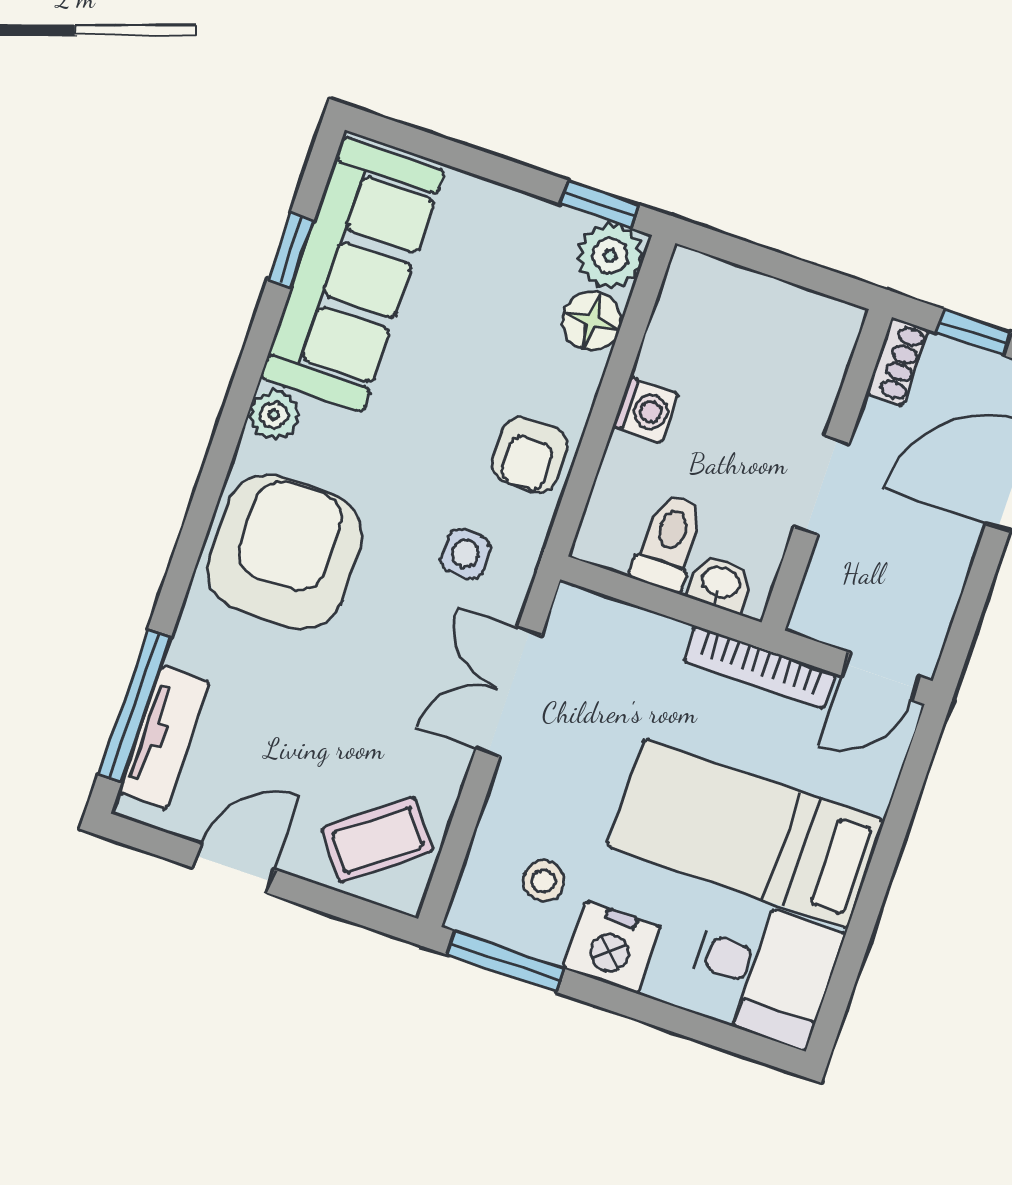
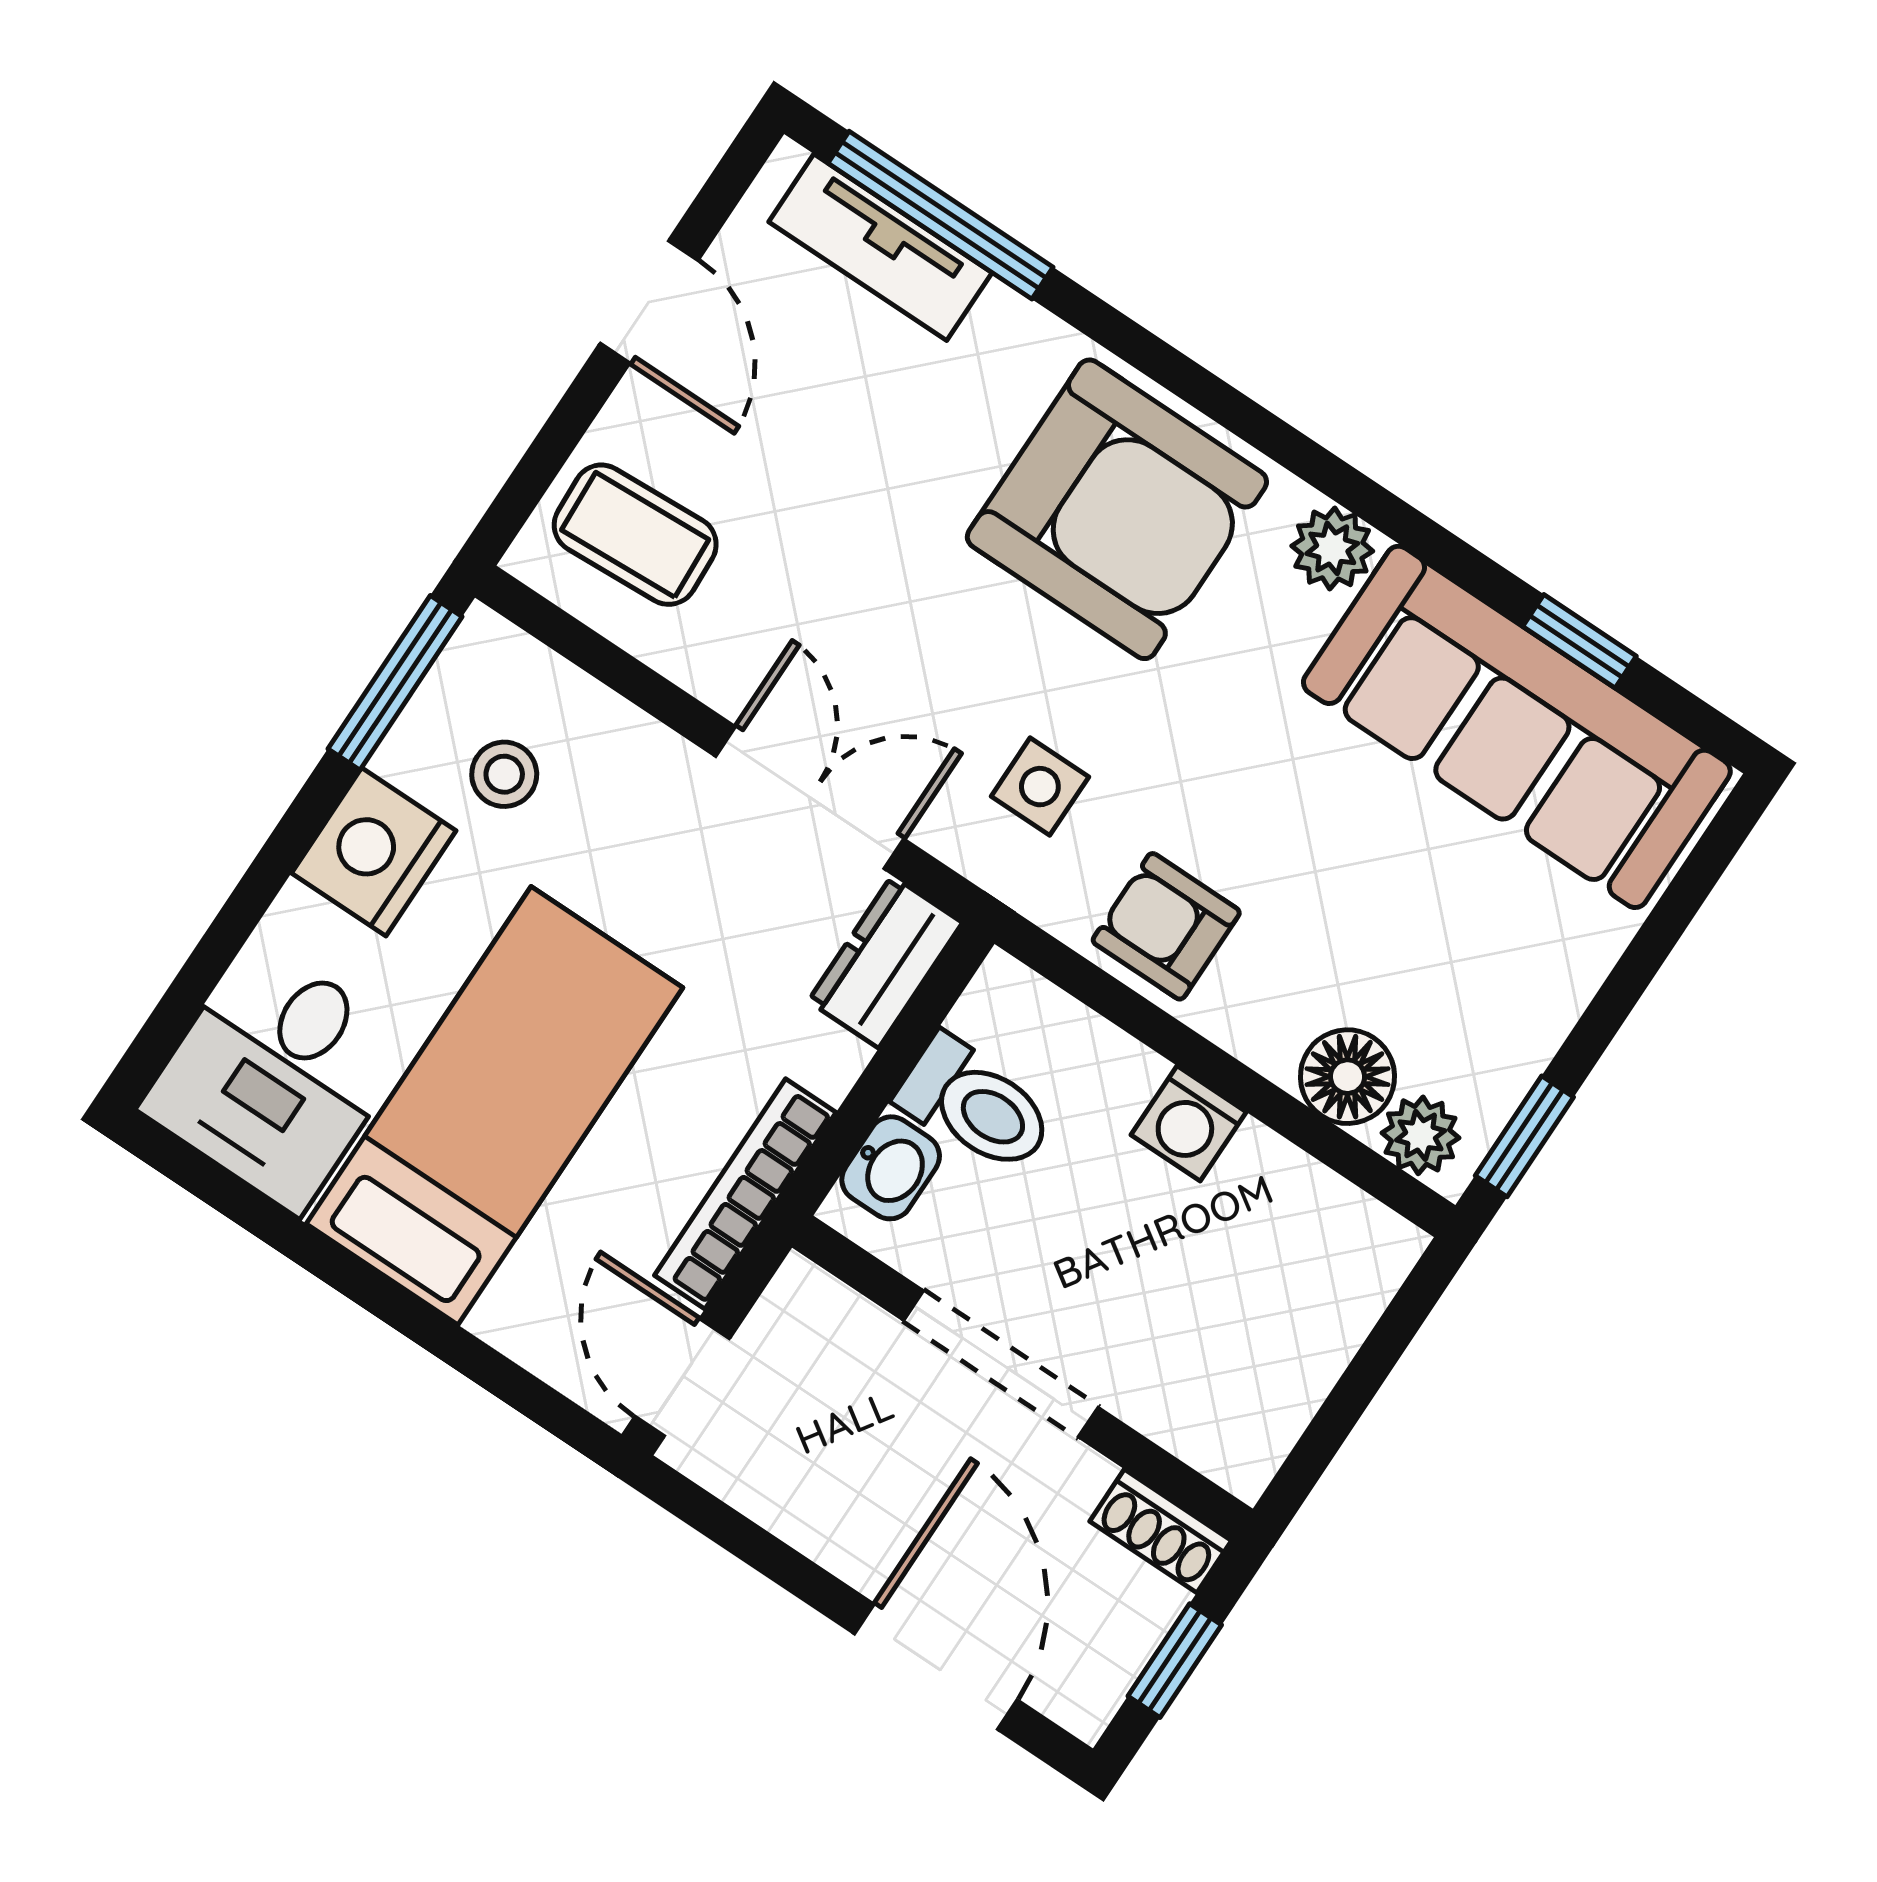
plant: (610, 256) -> (1421, 1135), width x0.73, depth x0.73
doorway: (821, 485) -> (1001, 1364), width x1.38
dresser: (596, 620) -> (885, 962), added
coffee table: (377, 840) -> (635, 535), turned -55

